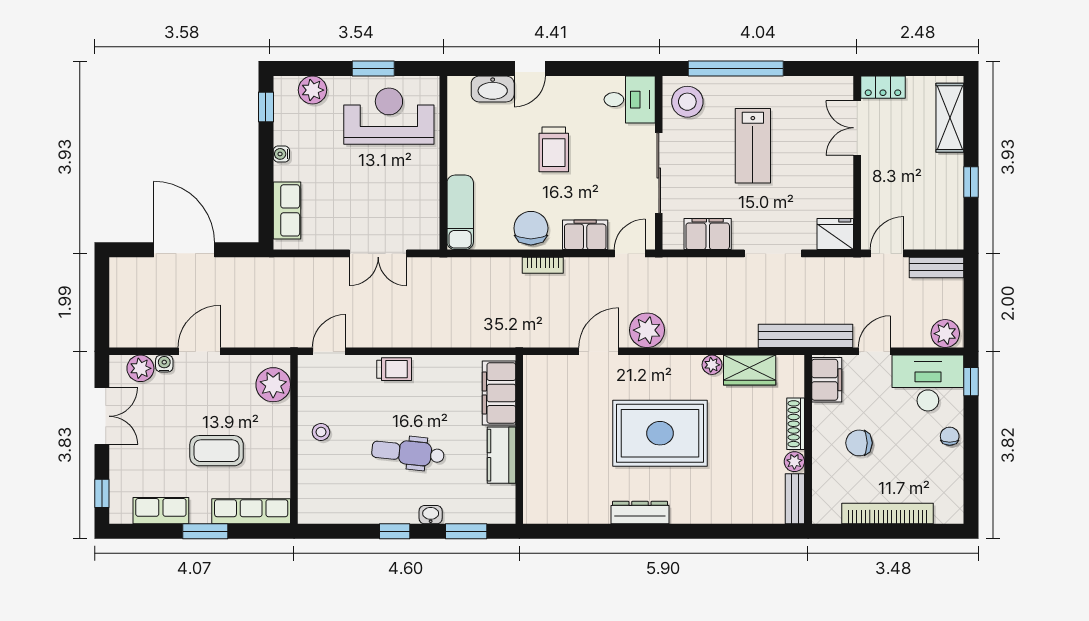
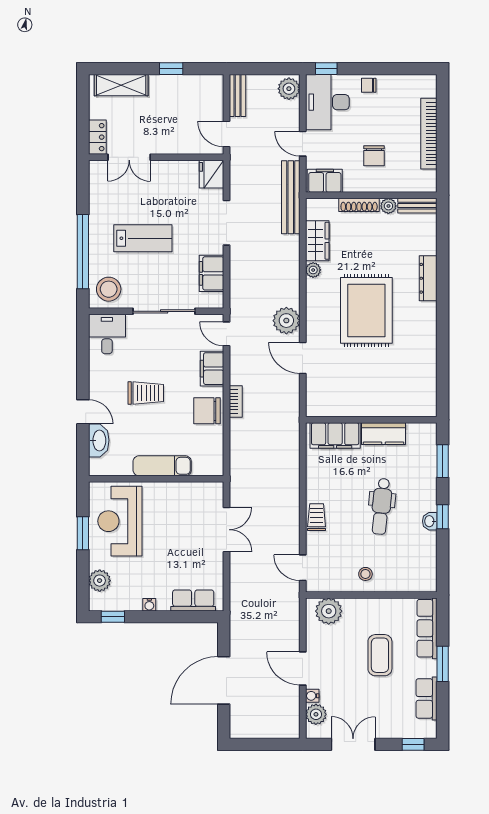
exam couch: (460, 212) -> (162, 466), moved
dresser: (640, 513) -> (428, 278), moved
washbasin: (431, 515) -> (430, 521), moved

